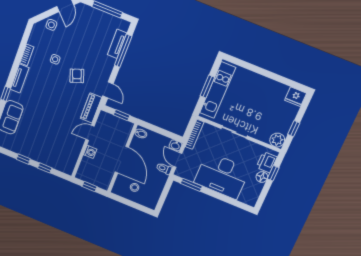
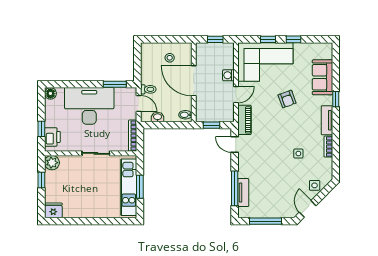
armchair: (77, 76) -> (287, 99), moved
washbasin: (175, 145) -> (158, 117), moved
corner sofa: (54, 150) -> (266, 62), added
floor lamp: (262, 177) -> (50, 93), moved

